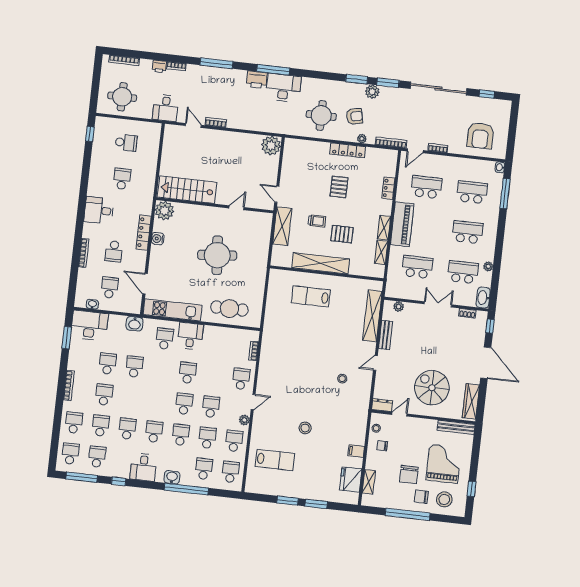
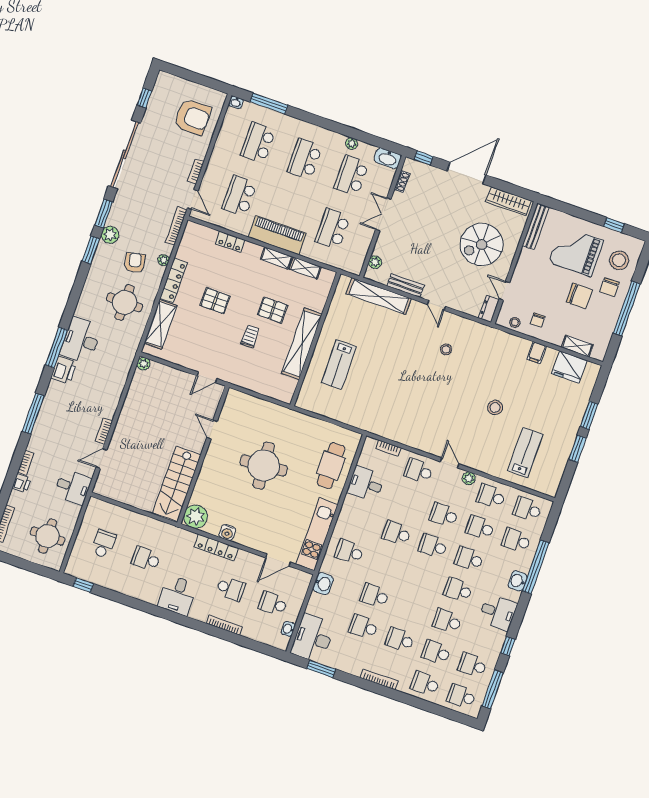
plant: (271, 146) -> (144, 364), width x0.53, depth x0.53
shelving: (282, 226) -> (160, 324), moved, turned 90
pallet: (342, 234) -> (273, 310), turned 90
desk: (190, 336) -> (366, 484), moved

